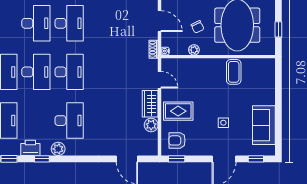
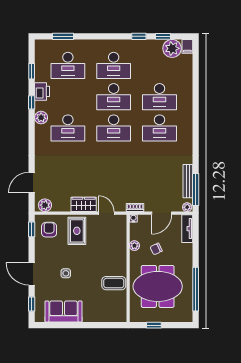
door: (159, 80) -> (106, 213), swing flipped
plant: (151, 125) -> (45, 205), moved

